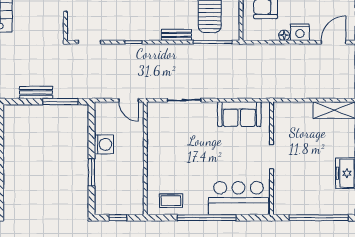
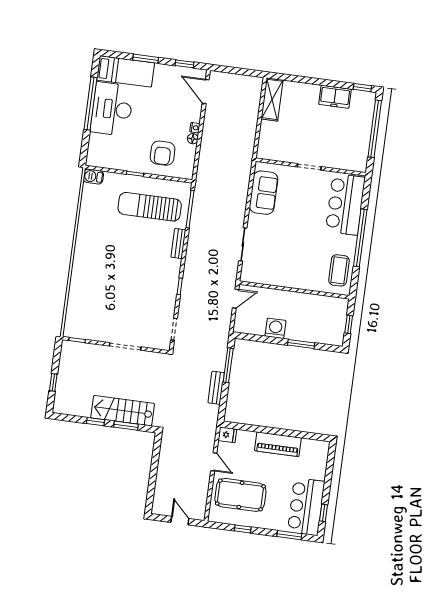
nightstand: (300, 32) -> (195, 128), width x0.53, depth x0.56
coffee table: (171, 201) -> (339, 270), width x1.36, depth x1.30

